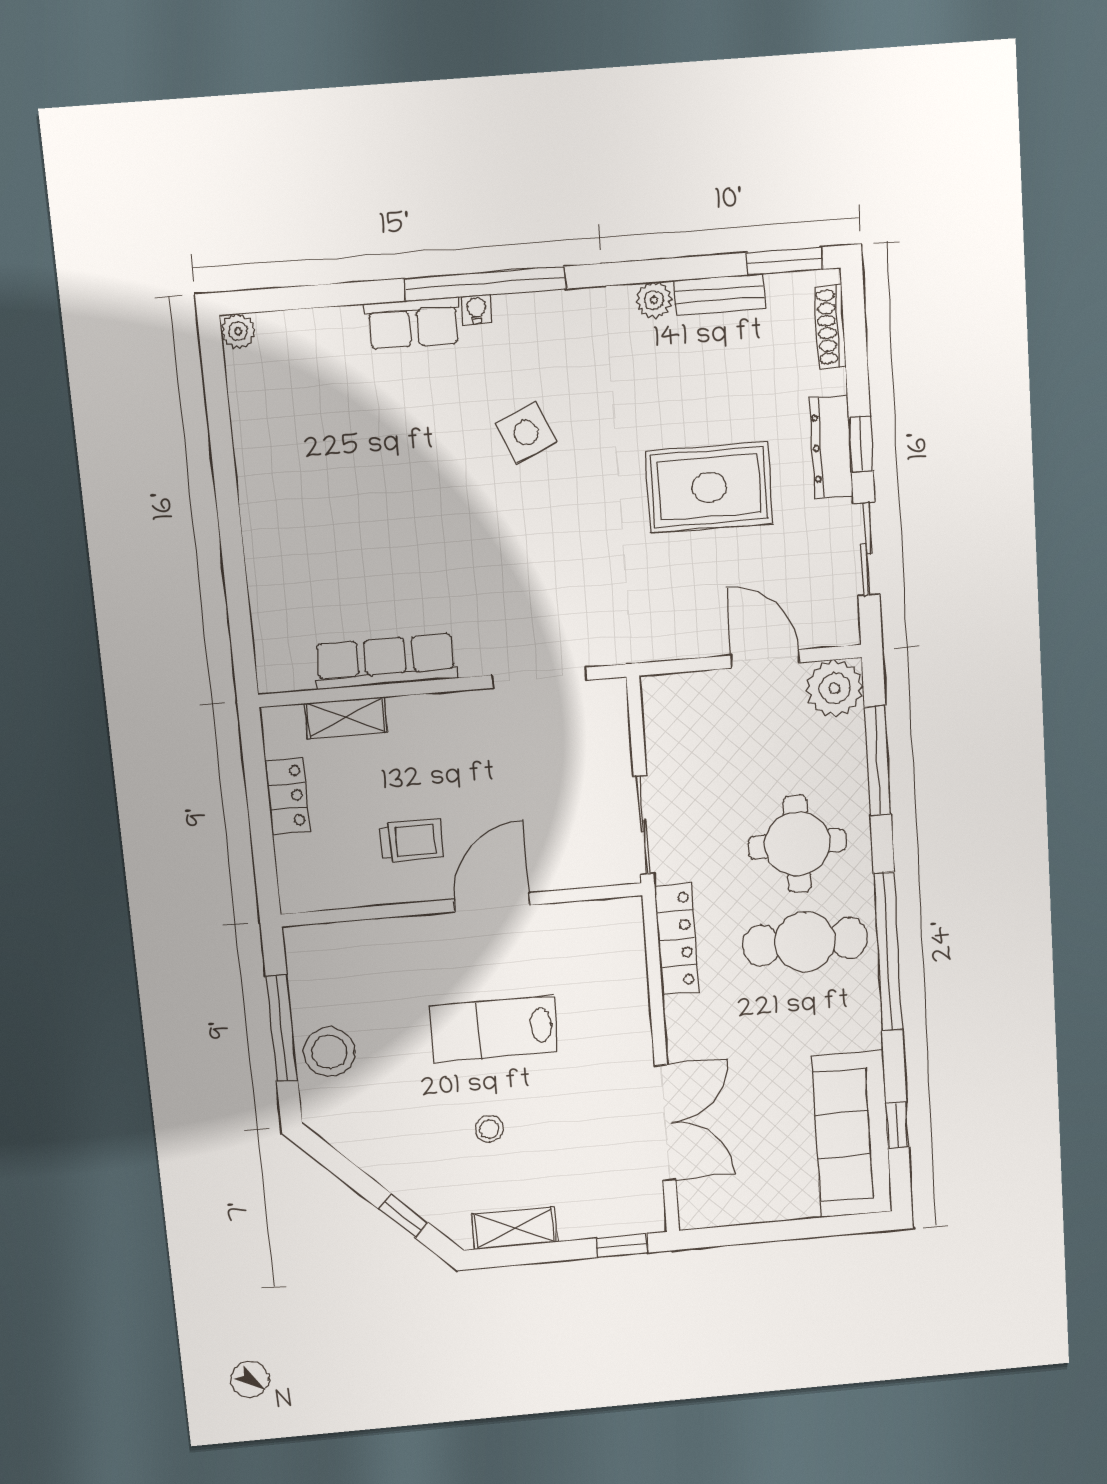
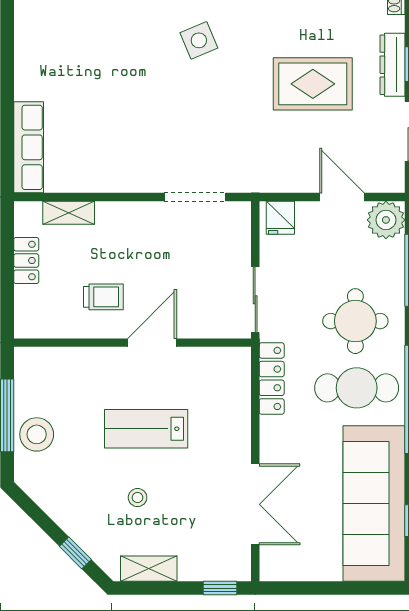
row of seats: (386, 661) -> (29, 147), moved, turned 90
fridge: (673, 698) -> (280, 218), added
sofa: (852, 1134) -> (374, 504), width x1.36, depth x1.27

